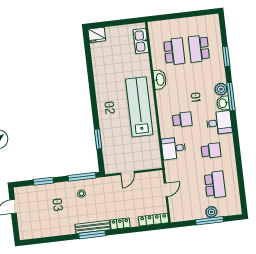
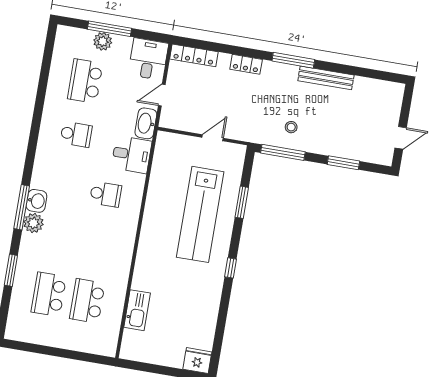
kitchen sink: (141, 41) -> (137, 310), moved
school desk: (199, 49) -> (49, 294), turned 180
washbasin: (160, 79) -> (146, 123), moved
window: (93, 97) -> (230, 268), added
lab bench: (139, 107) -> (200, 214), moved
school desk: (182, 120) -> (106, 194), turned 180
desk: (219, 123) -> (148, 59), moved, turned 90
school desk: (211, 151) -> (76, 134), turned 180
bench: (93, 227) -> (326, 78), moved

